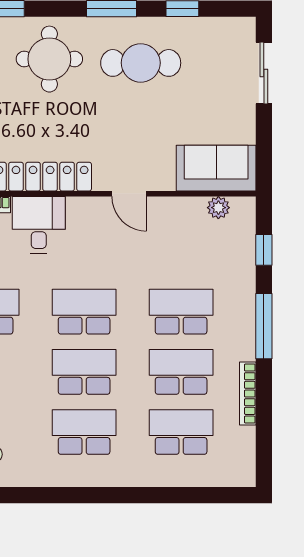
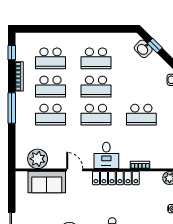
sofa: (216, 168) -> (47, 182), moved
plant: (218, 208) -> (38, 159), width x1.88, depth x1.88
desk: (39, 225) -> (106, 155), moved
window: (264, 250) -> (12, 53), moved

